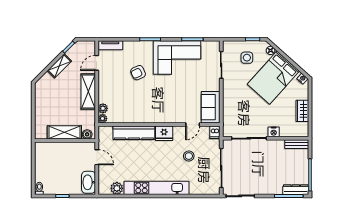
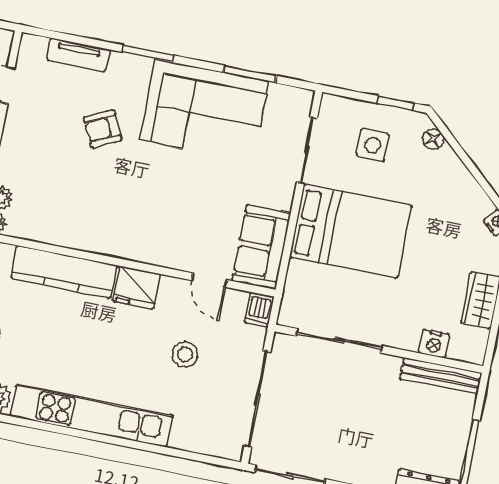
tv unit: (110, 45) -> (78, 55), moved
bed: (273, 78) -> (351, 231), moved, turned -132
door: (193, 124) -> (209, 280), hinge flipped
nightstand: (274, 132) -> (434, 344), moved
bench: (297, 144) -> (441, 376), width x1.36

